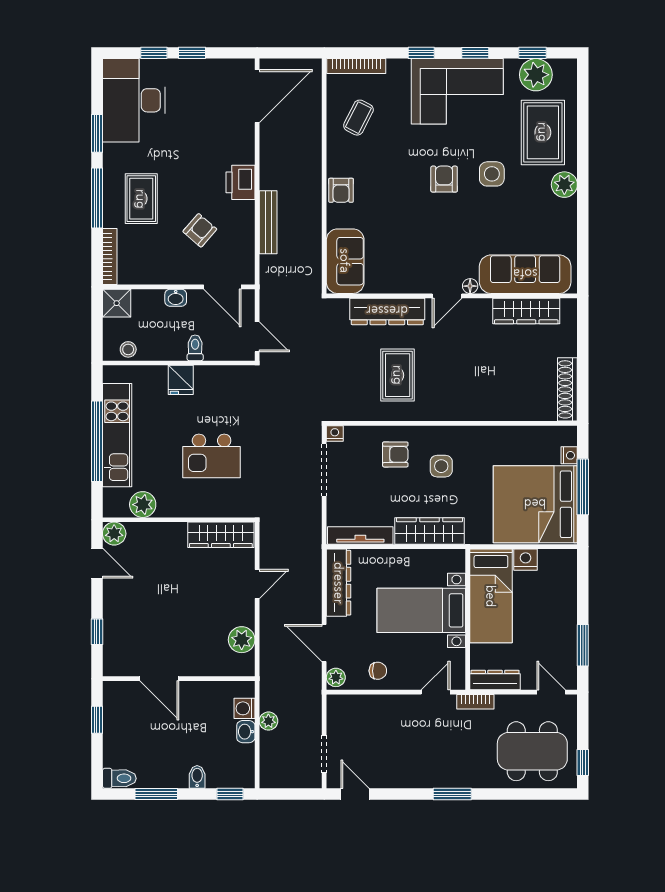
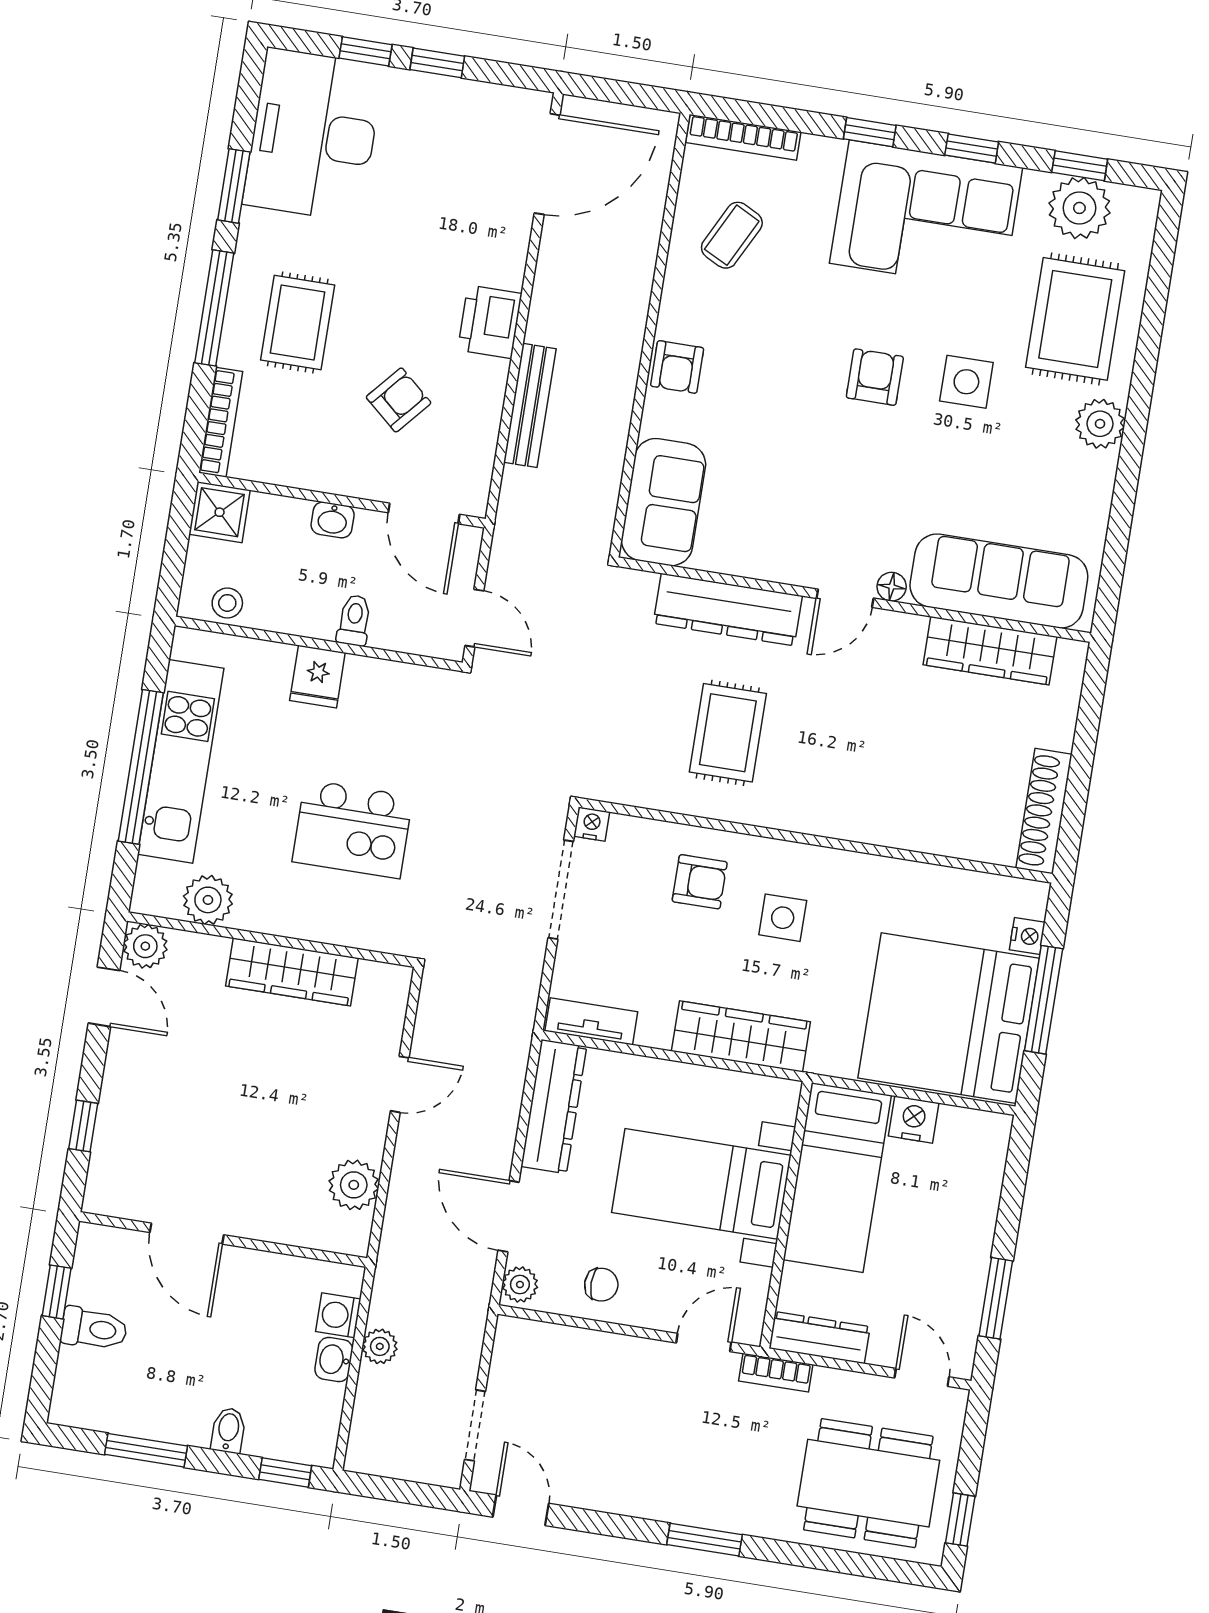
wardrobe: (221, 535) -> (292, 972), moved
tv unit: (360, 536) -> (591, 1021), width x0.71
toilet: (119, 778) -> (94, 1329), moved

